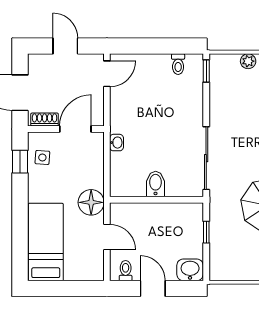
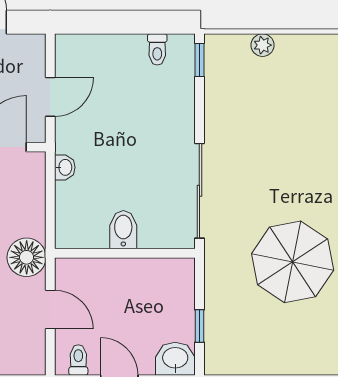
door: (107, 74) -> (50, 97), moved
window: (206, 232) -> (199, 326), moved

